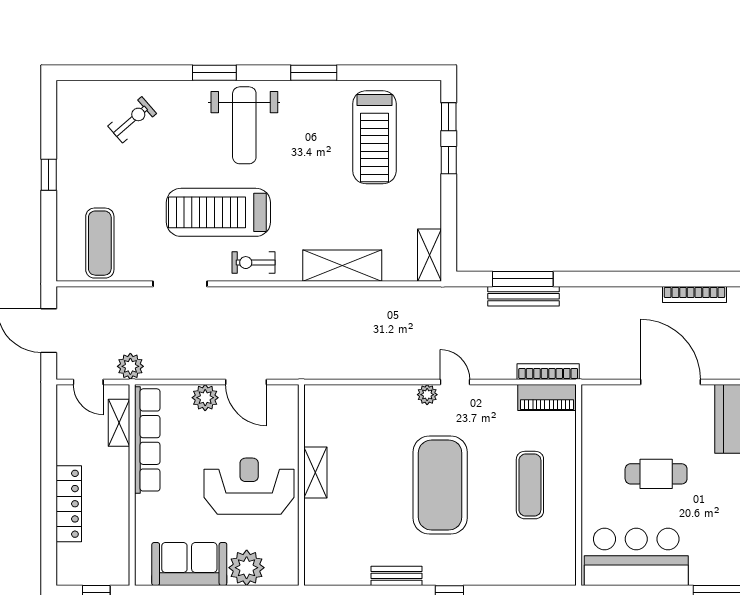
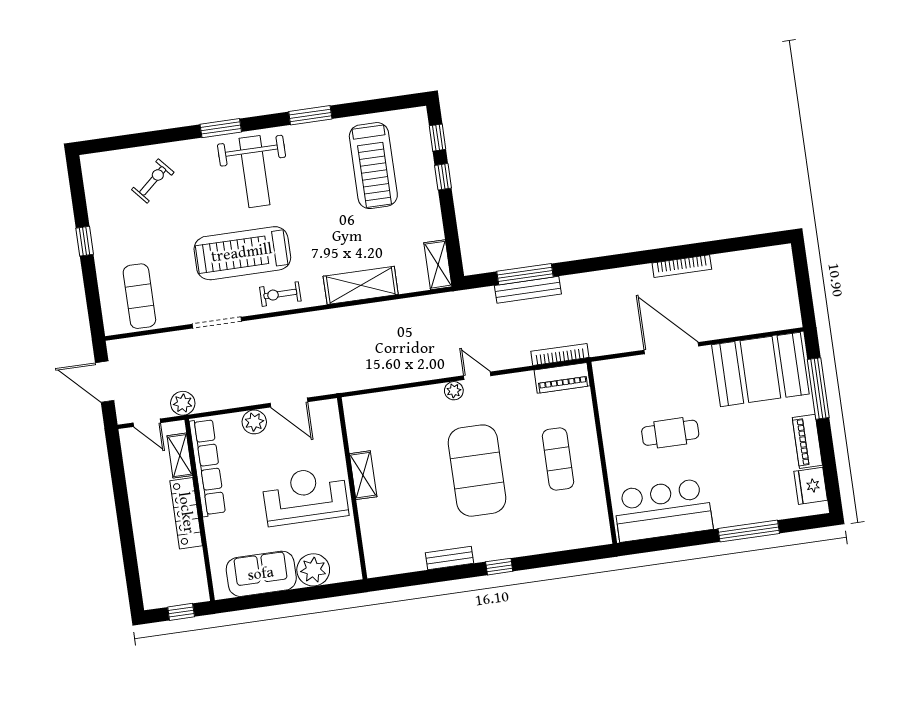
locker: (69, 504) -> (186, 513), moved, turned 180

